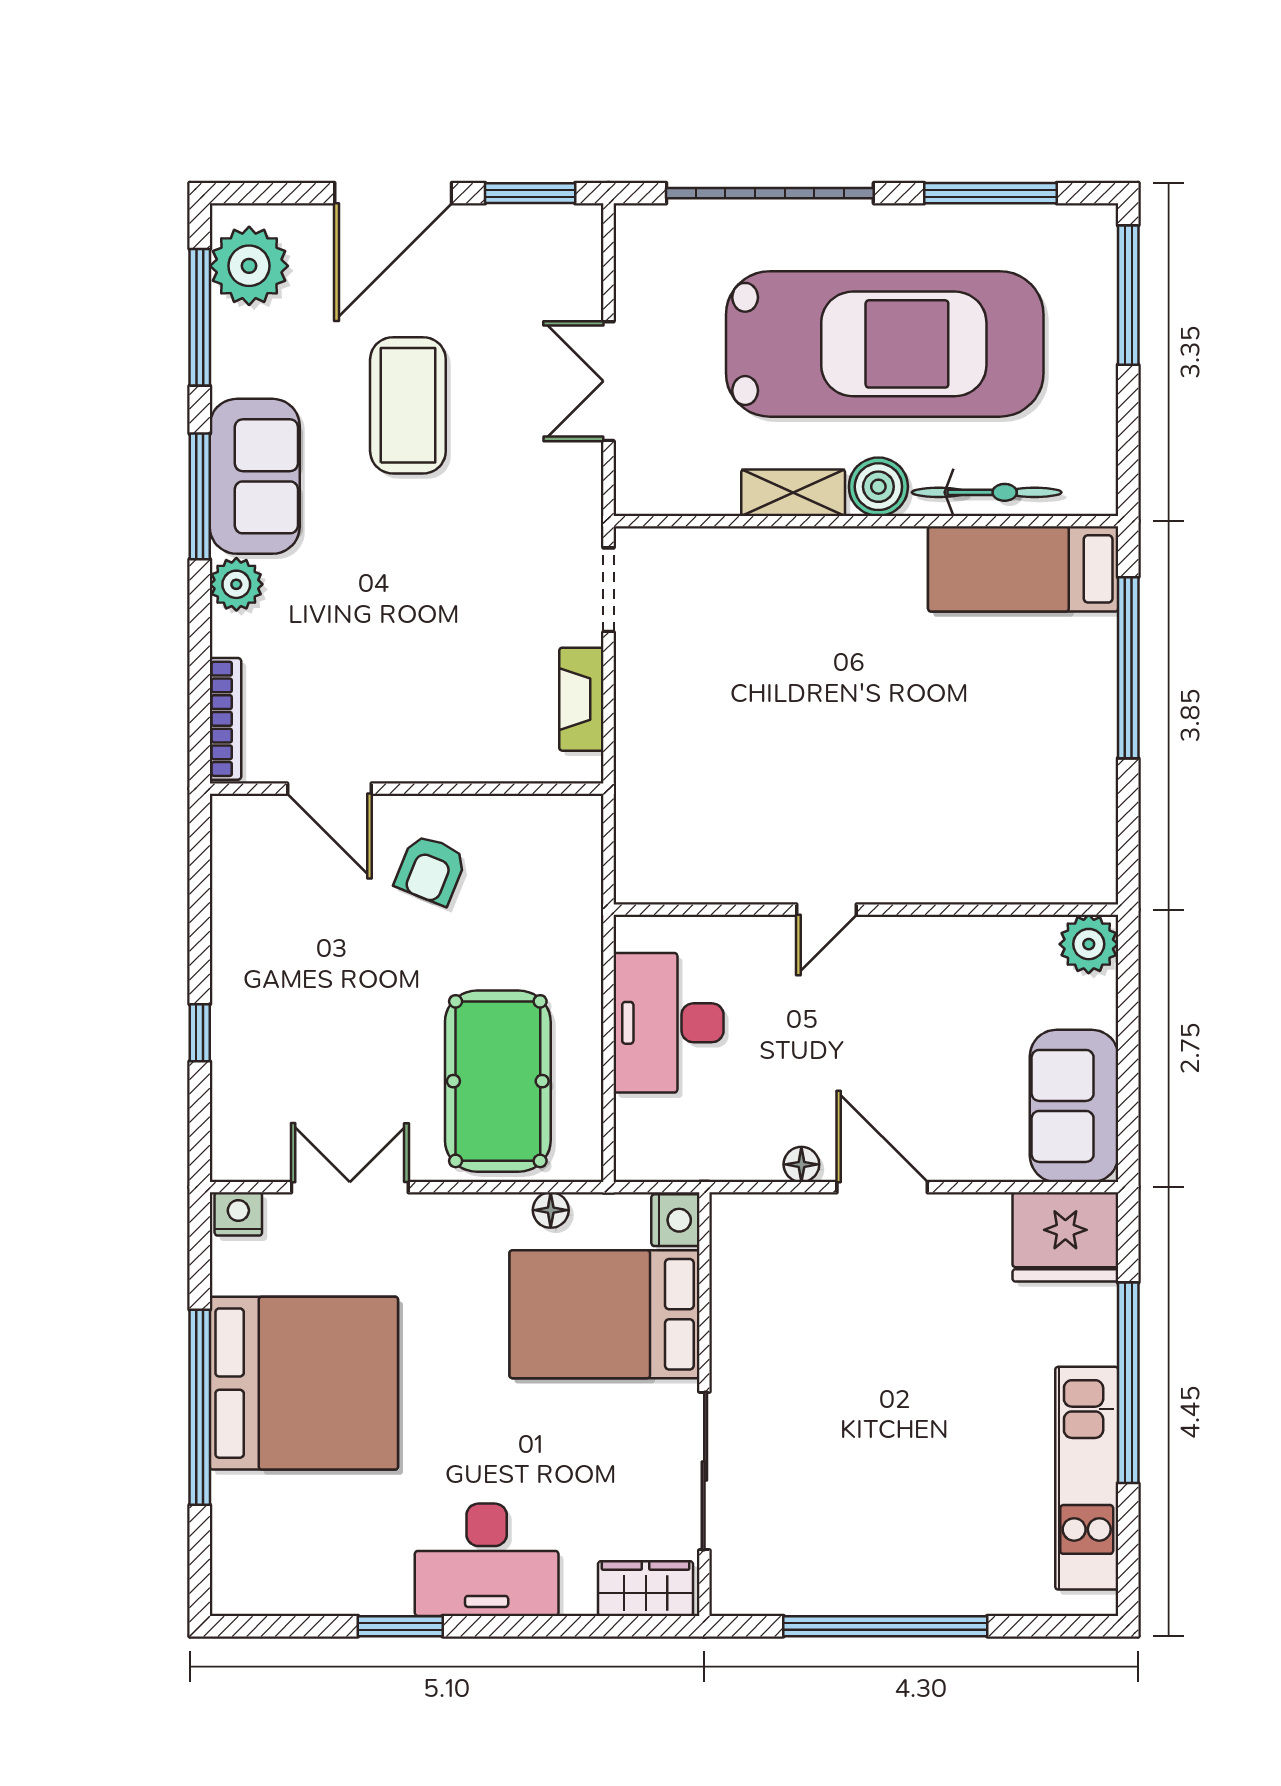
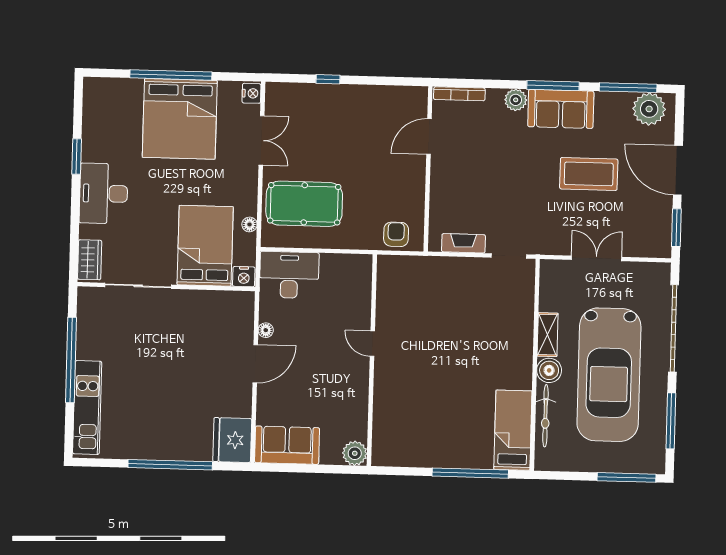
armchair: (431, 870) -> (396, 234), moved, turned 68
desk: (668, 1023) -> (289, 275), moved
kitchen unit: (1087, 1478) -> (87, 408), moved, turned 90

